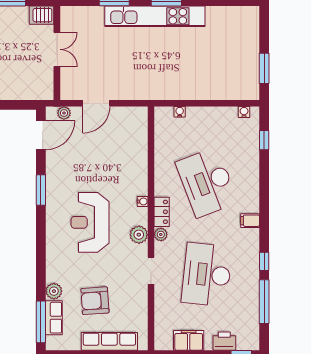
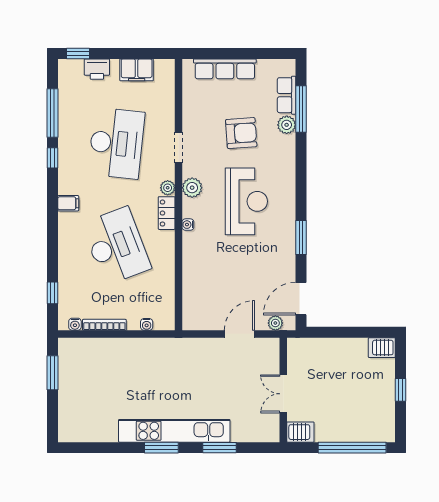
bookcase: (218, 111) -> (104, 325), added
armchair: (95, 301) -> (241, 133), moved
window: (41, 322) -> (301, 109), moved

